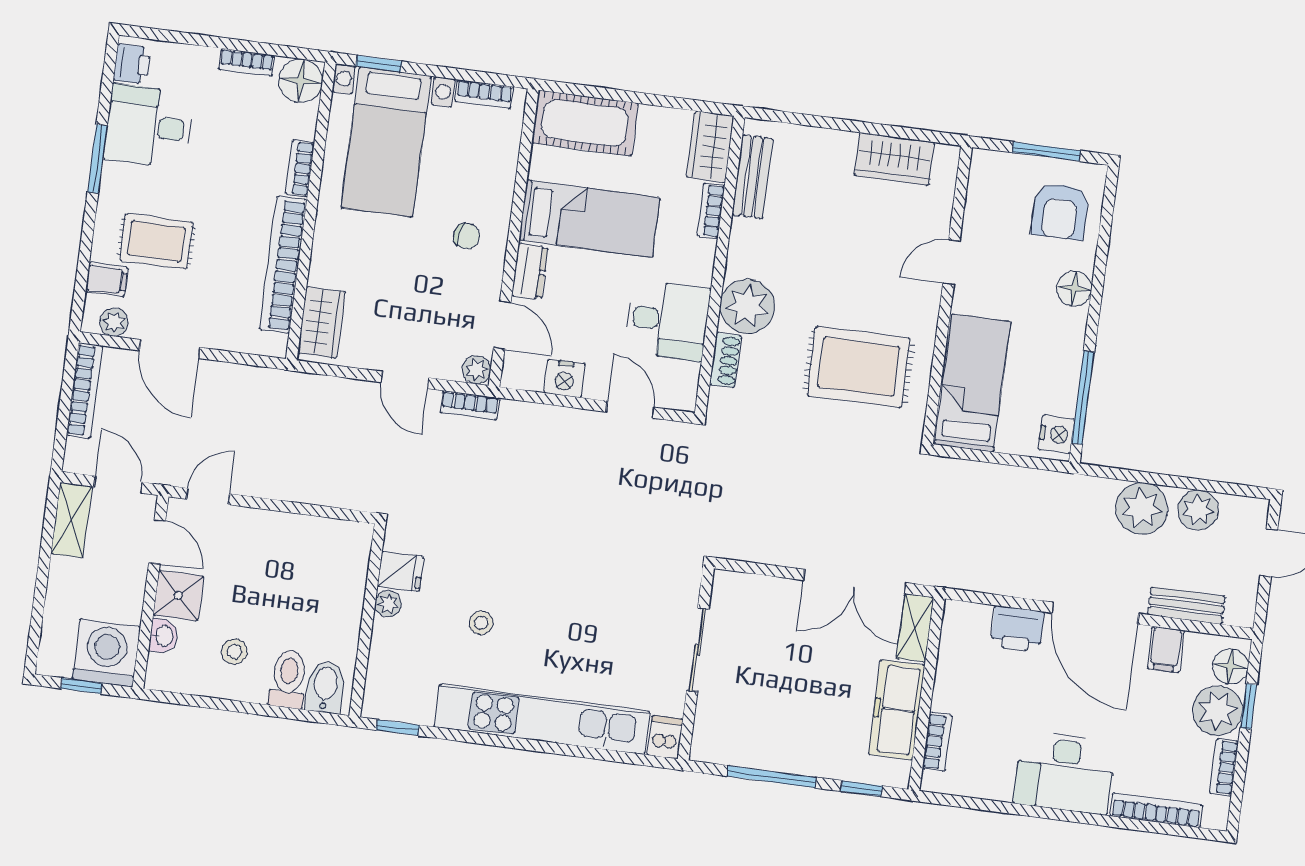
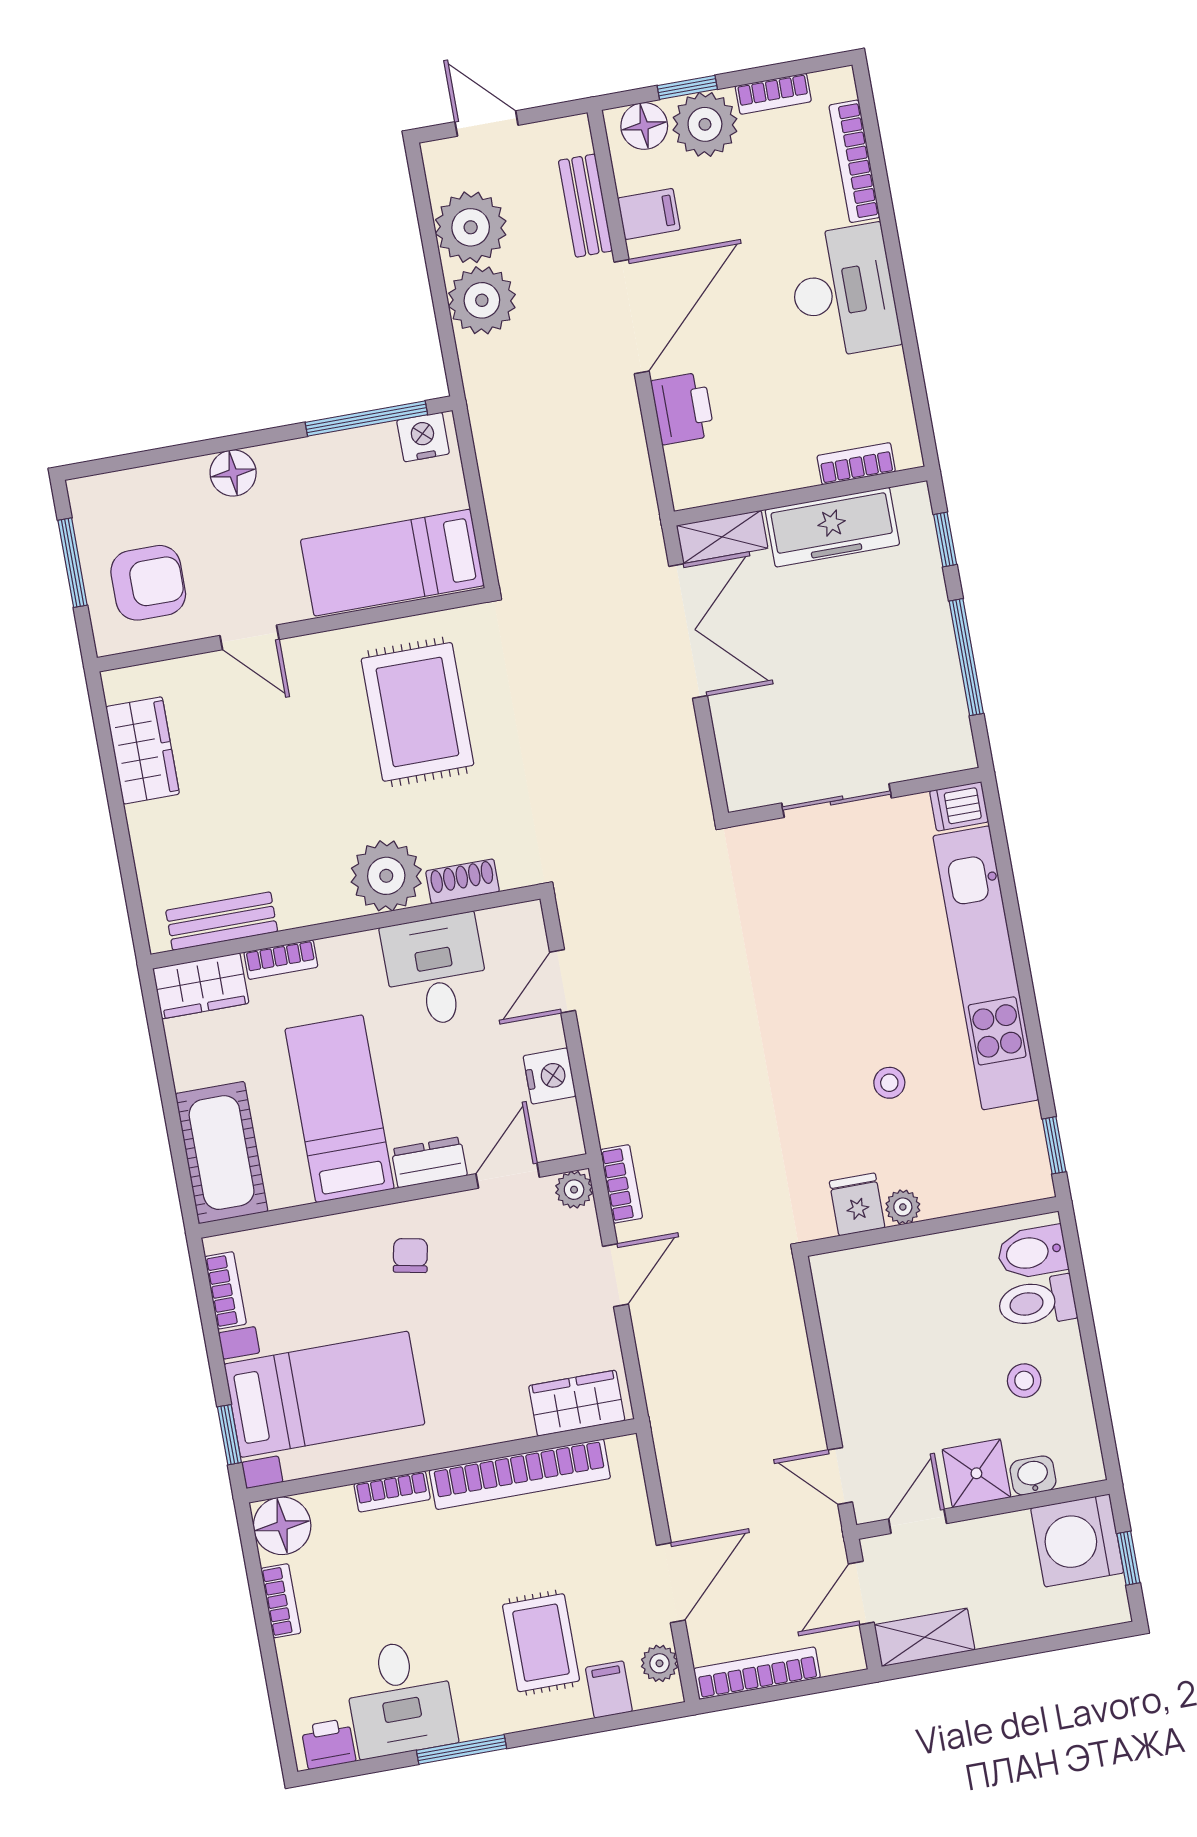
armchair: (1060, 211) -> (148, 583), moved
plant: (1198, 510) -> (471, 227), width x1.36, depth x1.36

